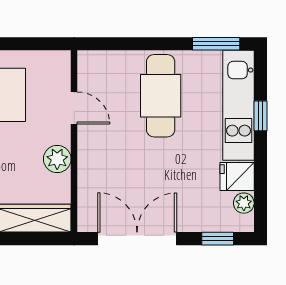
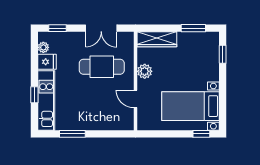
window: (216, 44) -> (72, 134), moved
cafe table: (161, 96) -> (102, 67), moved, turned 90
double door: (137, 239) -> (101, 28), width x0.73

